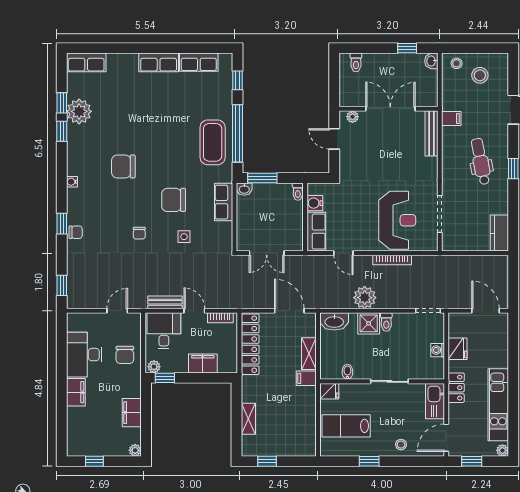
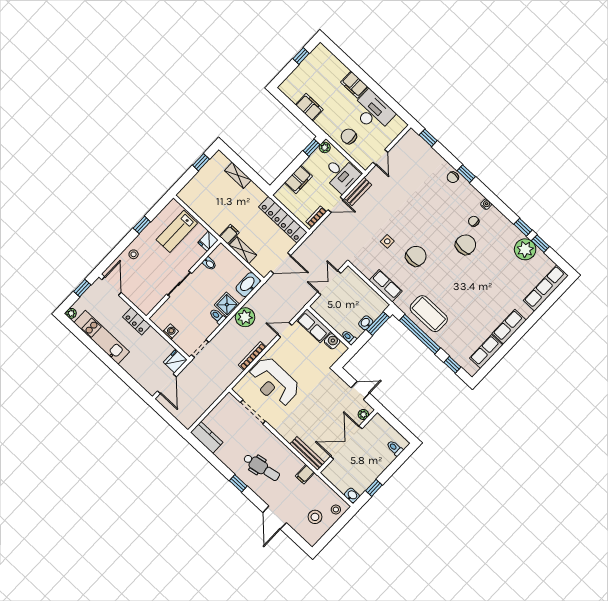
row of seats: (86, 62) -> (546, 288), width x1.48
double door: (390, 109) -> (346, 442), swing flipped
washbasin: (244, 189) -> (366, 323), moved
chair: (139, 233) -> (474, 221), moved
door: (486, 311) -> (167, 384), hinge flipped
fridge: (457, 349) -> (175, 361), moved, turned 90
kitchen sink: (435, 401) -> (141, 300), removed
lab bench: (346, 426) -> (177, 231), turned 180
plant: (135, 450) -> (284, 87), removed

